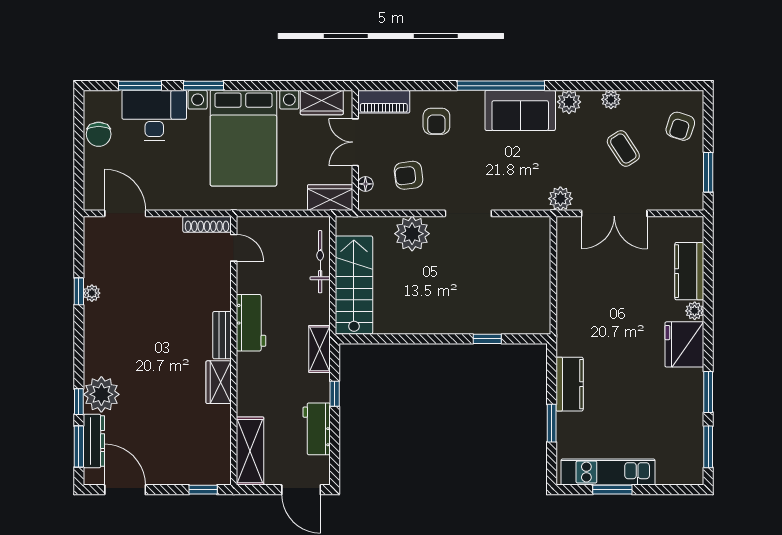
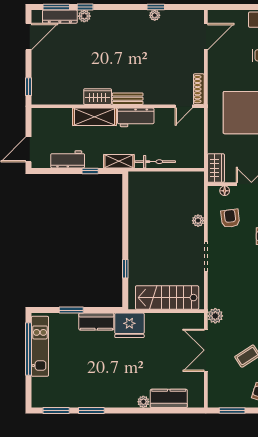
plant: (412, 234) -> (198, 221), width x0.53, depth x0.53
bicycle: (320, 262) -> (155, 162), moved
stairs: (354, 285) -> (167, 298), moved, turned 180
fridge: (684, 344) -> (129, 325), moved, turned 180
plant: (101, 394) -> (84, 16), width x0.53, depth x0.53
shelving: (250, 451) -> (94, 117), moved
window: (612, 490) -> (29, 349), width x2.11

